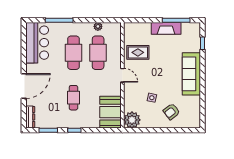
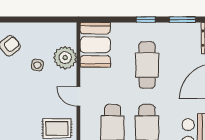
cafe table: (73, 98) -> (147, 65), width x1.37, depth x1.35
plant: (132, 120) -> (65, 58), moved

